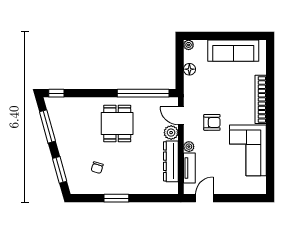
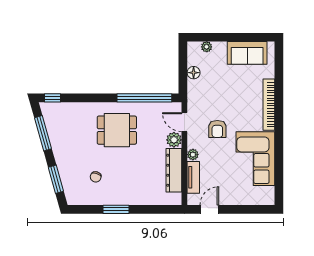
plant: (189, 45) -> (207, 47), moved
sofa: (233, 51) -> (247, 53), width x0.73
armchair: (212, 122) -> (217, 129), turned 90
dining table: (117, 123) -> (117, 130), turned 90

